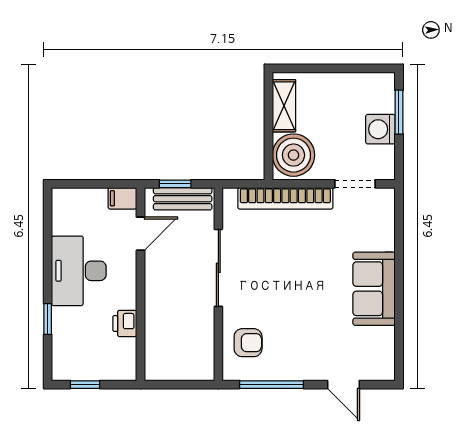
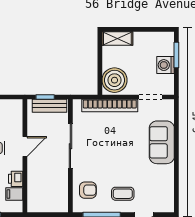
shelving: (284, 106) -> (117, 38), moved, turned 90
filing cabinet: (122, 198) -> (14, 194), moved
door: (141, 234) -> (25, 146), moved
sofa: (374, 289) -> (162, 142), moved
coffee table: (308, 349) -> (123, 194), added

